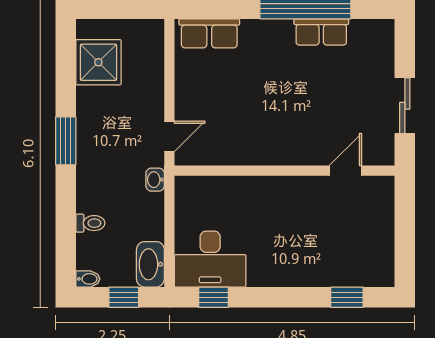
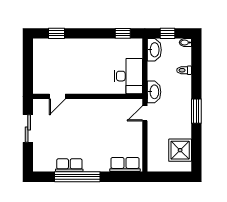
washbasin: (155, 180) -> (154, 92), width x1.91, depth x1.45
desk: (210, 259) -> (128, 76), moved, turned 90

